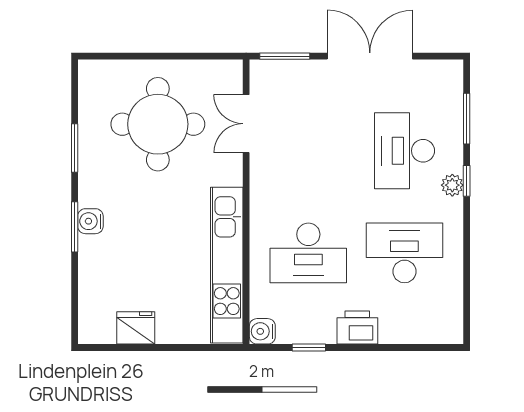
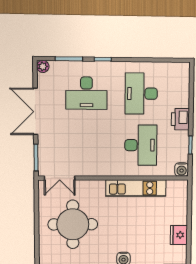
double door: (246, 124) -> (60, 178), moved
plant: (452, 185) -> (43, 66), moved
kitchen unit: (227, 265) -> (136, 188), width x0.73

